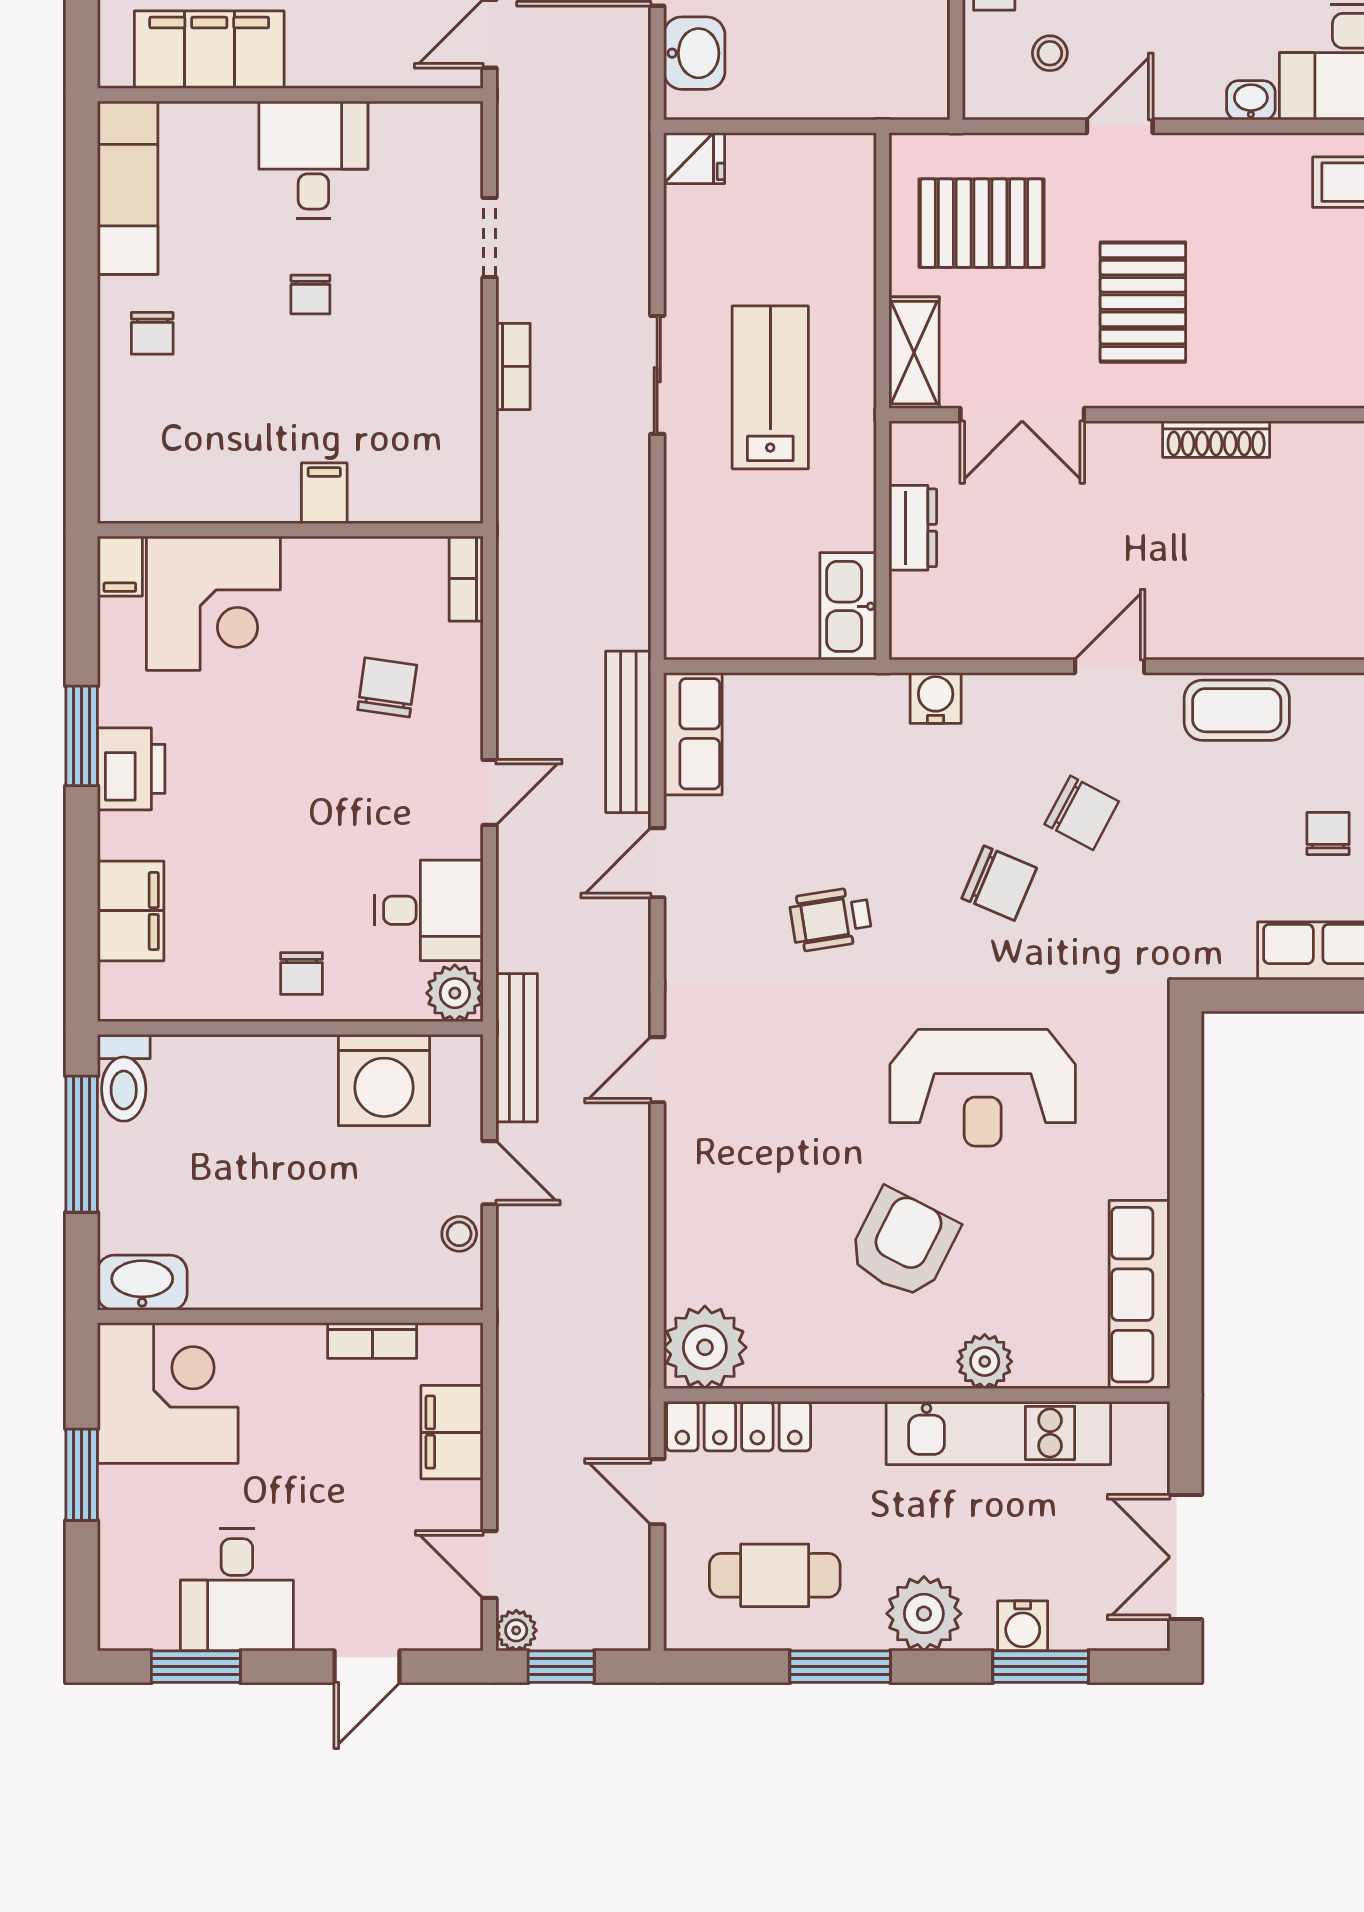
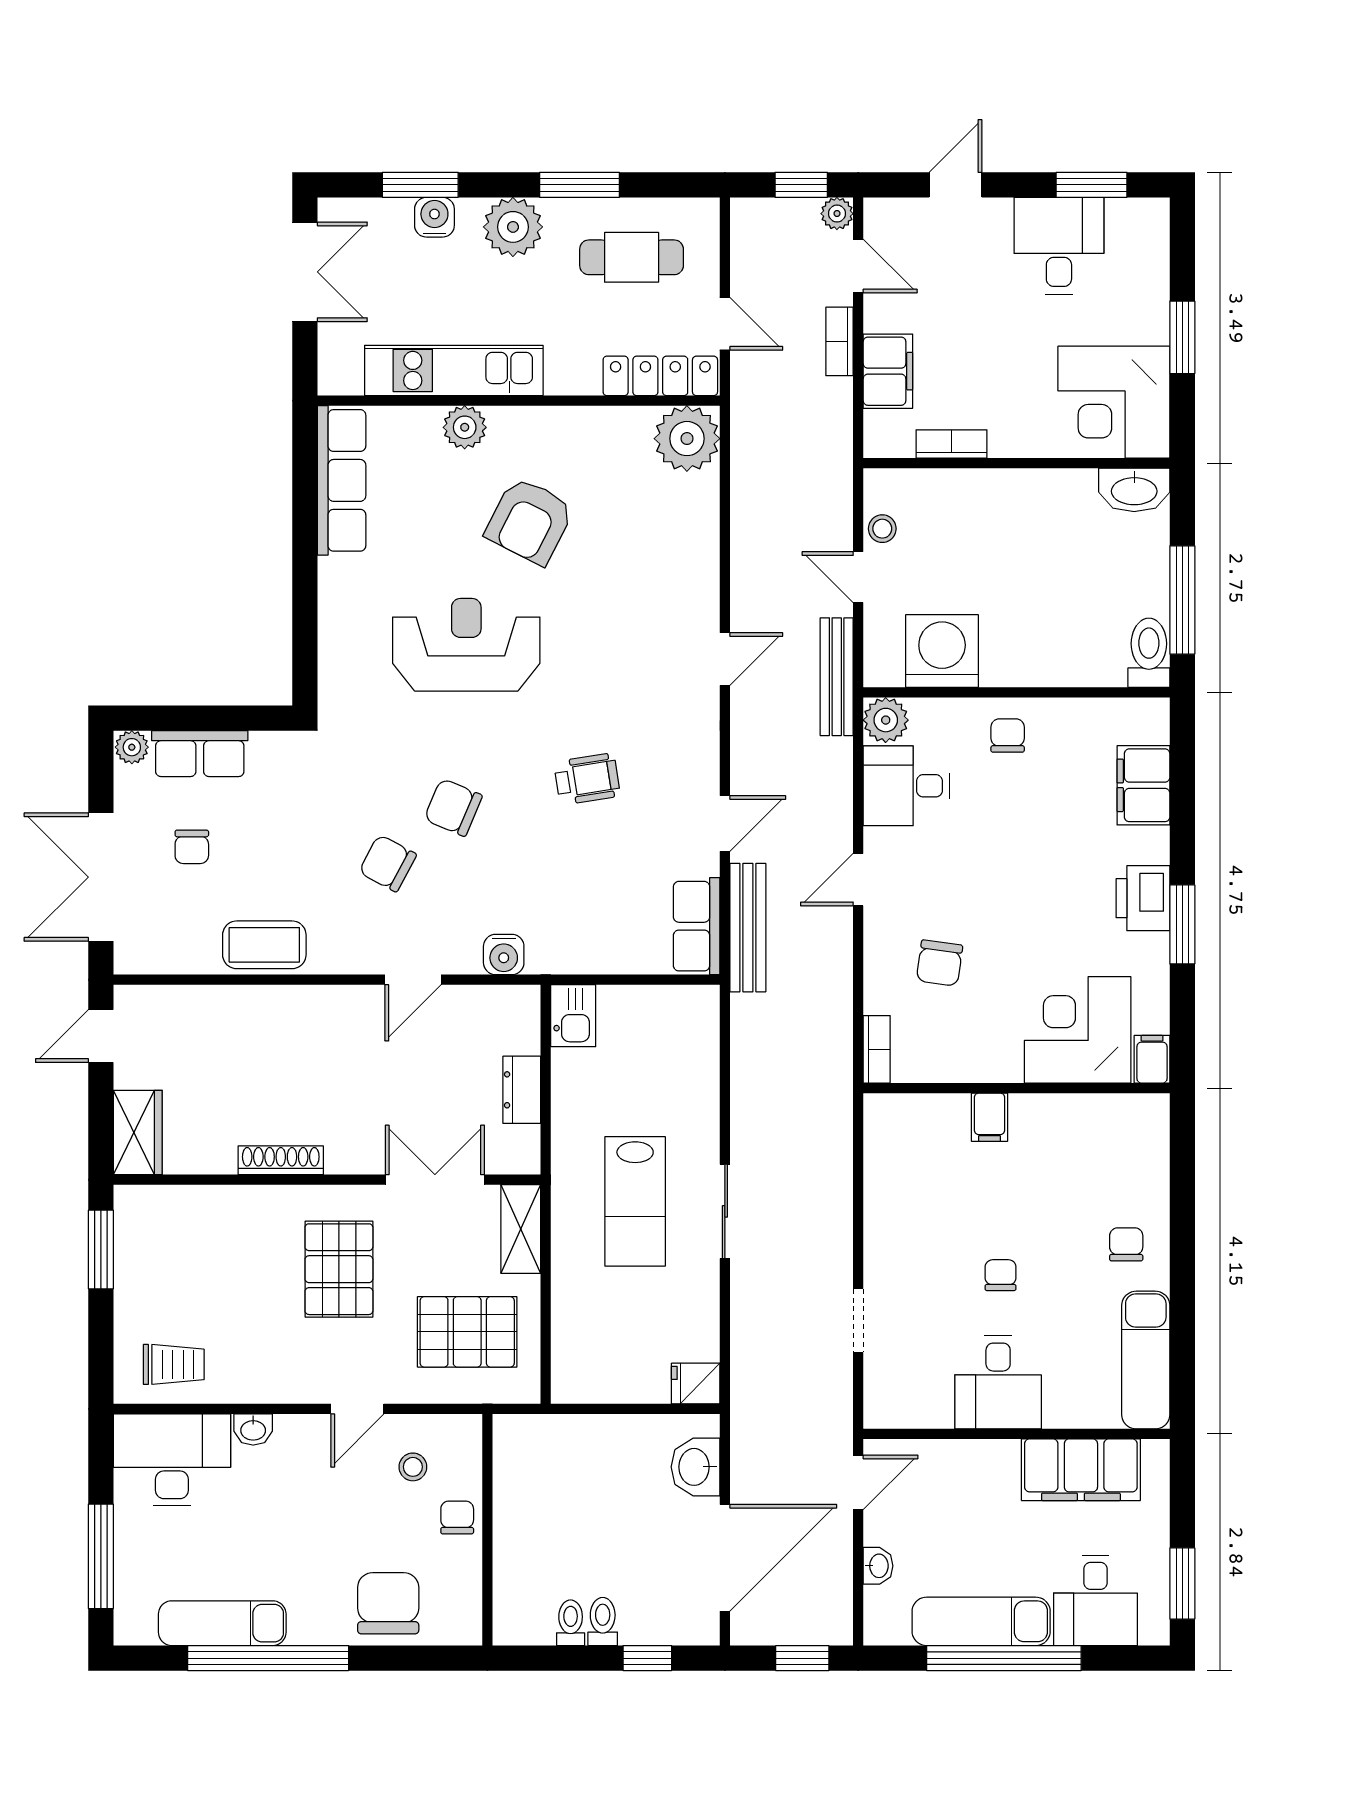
bookcase: (513, 366) -> (840, 341), moved
kitchen sink: (848, 606) -> (573, 1016), width x0.73
door: (1110, 666) -> (413, 980), moved

